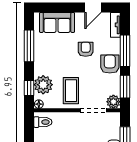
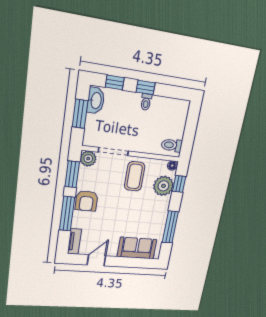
armchair: (86, 49) -> (111, 219), removed

